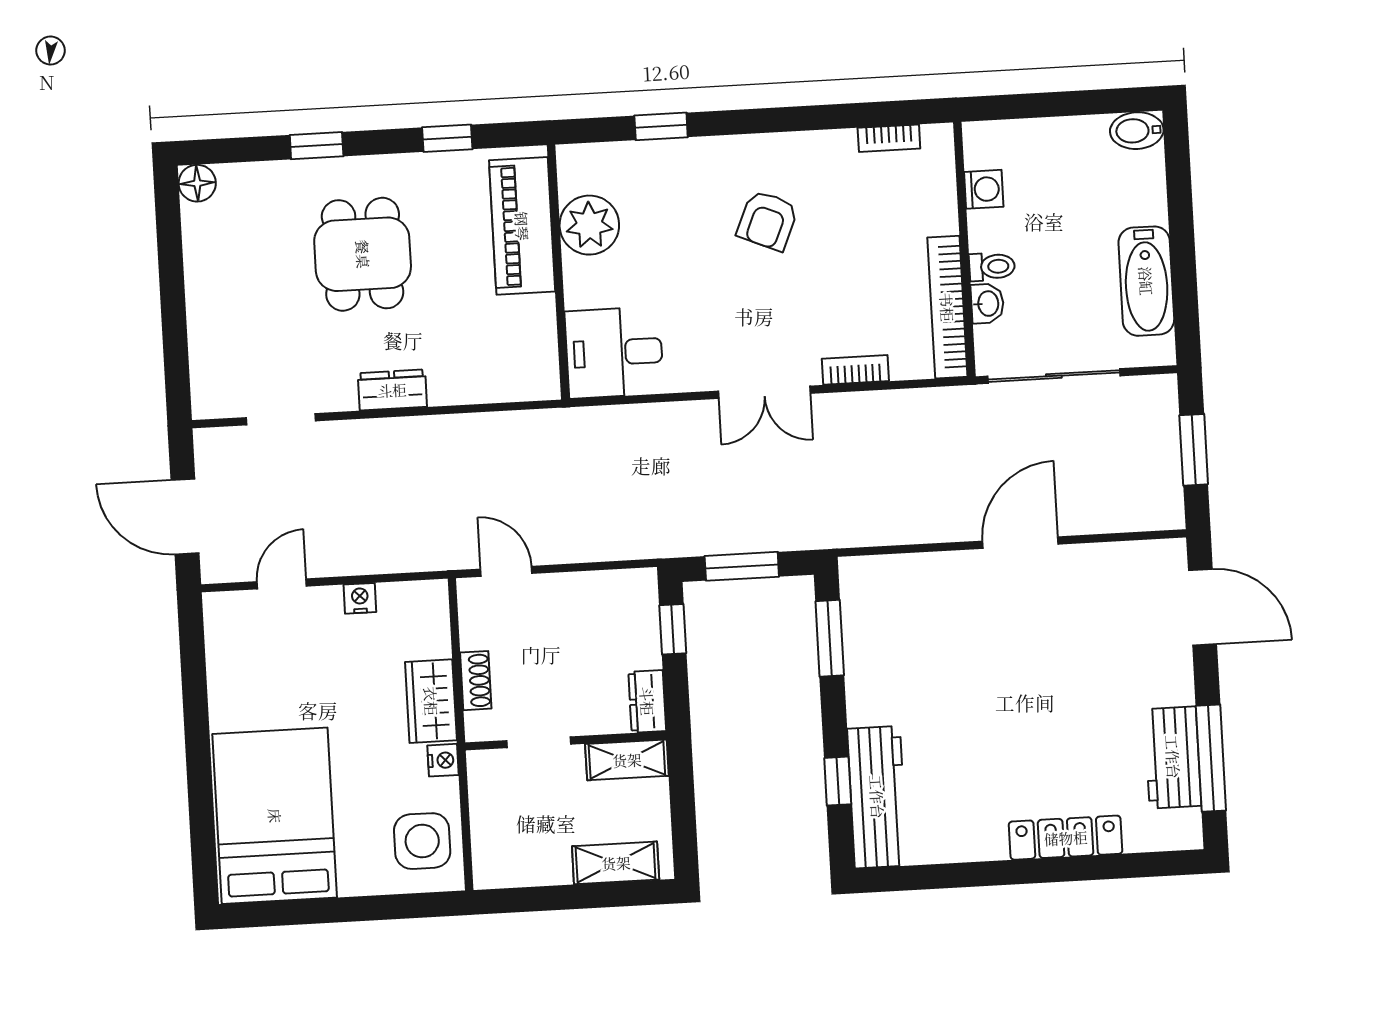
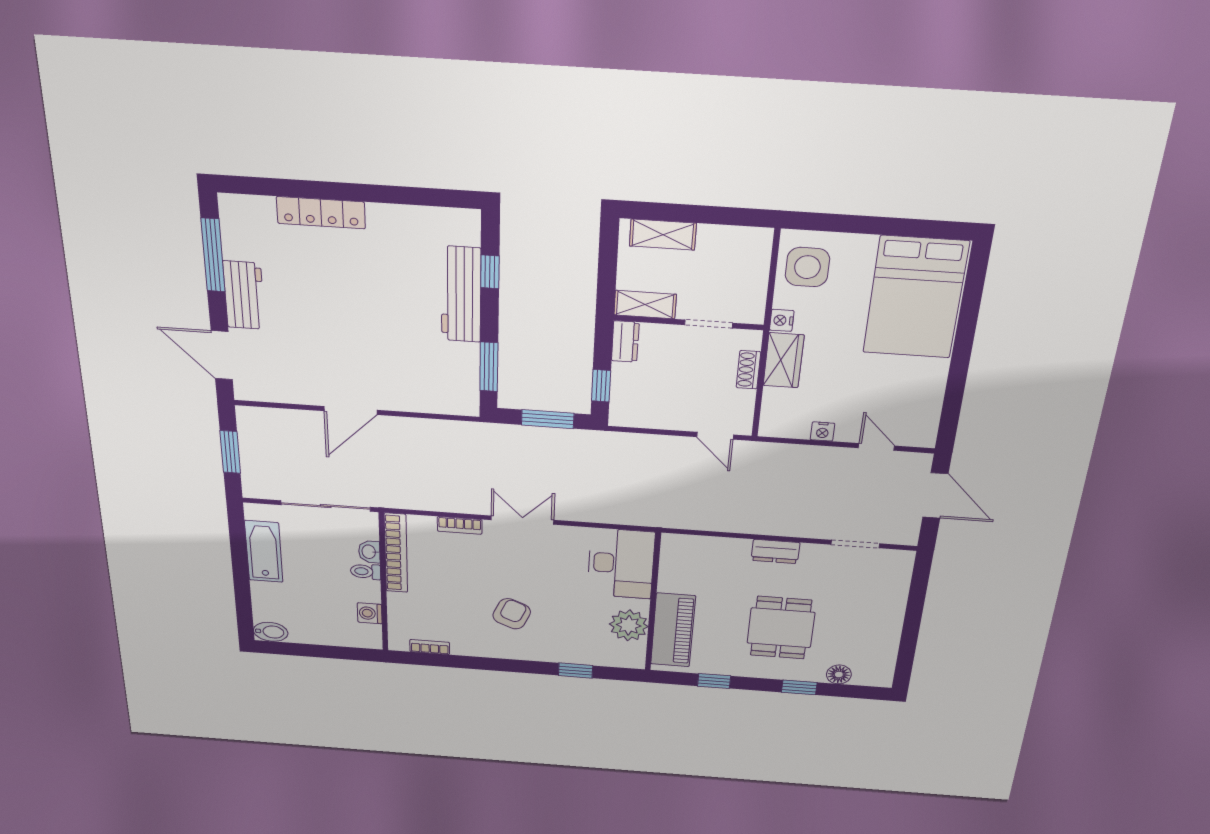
floor lamp: (197, 183) -> (839, 674), moved
desk: (614, 353) -> (621, 564), width x1.37
door: (282, 584) -> (876, 447), swing flipped
workbench: (1173, 757) -> (244, 295), moved
workbench: (877, 797) -> (461, 294), moved

